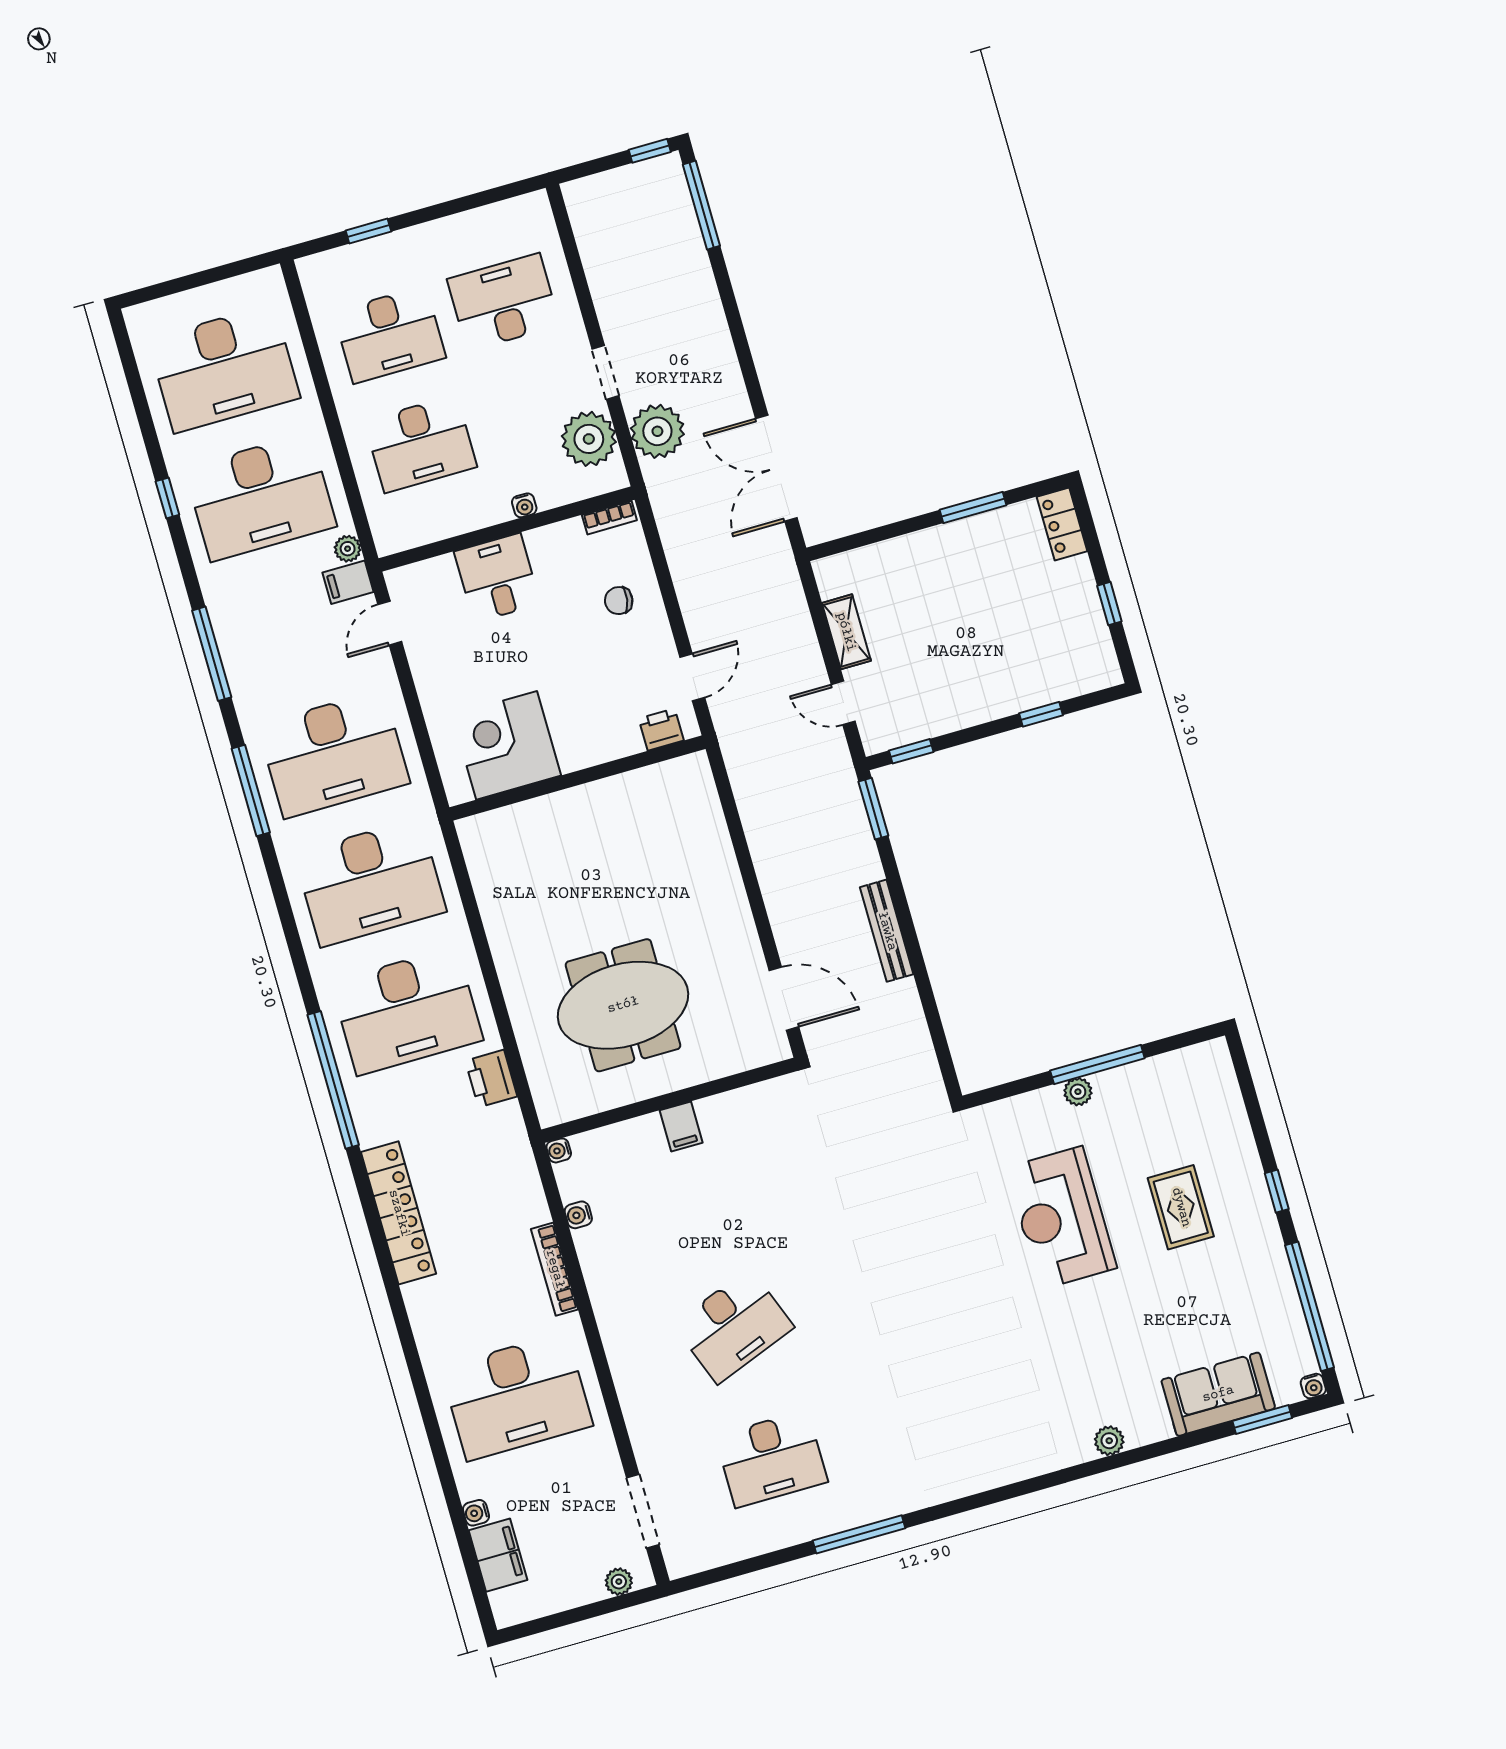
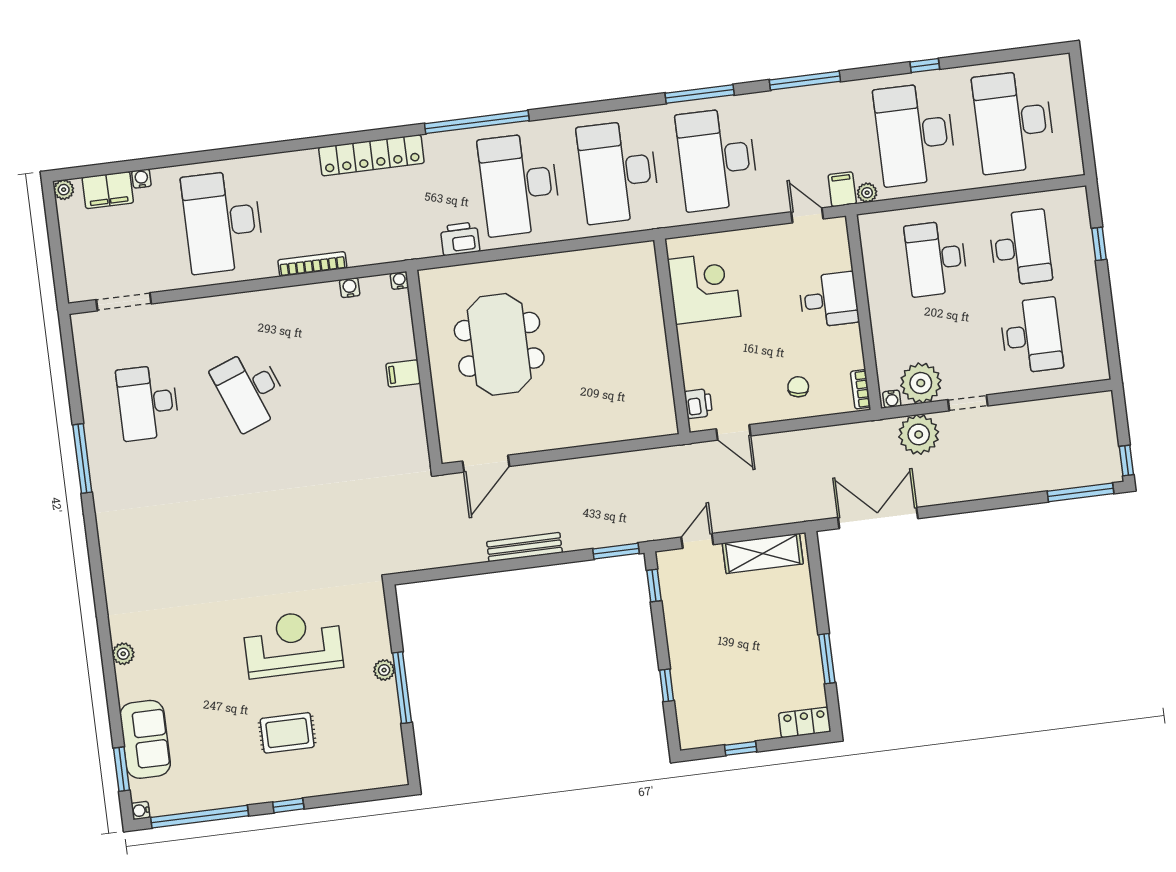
desk: (389, 335) -> (1020, 248), turned 180
water cooler: (524, 505) -> (892, 399), moved, turned -90
shelving: (846, 632) -> (763, 553), width x1.50, depth x1.33
plant: (619, 1582) -> (64, 190), moved

